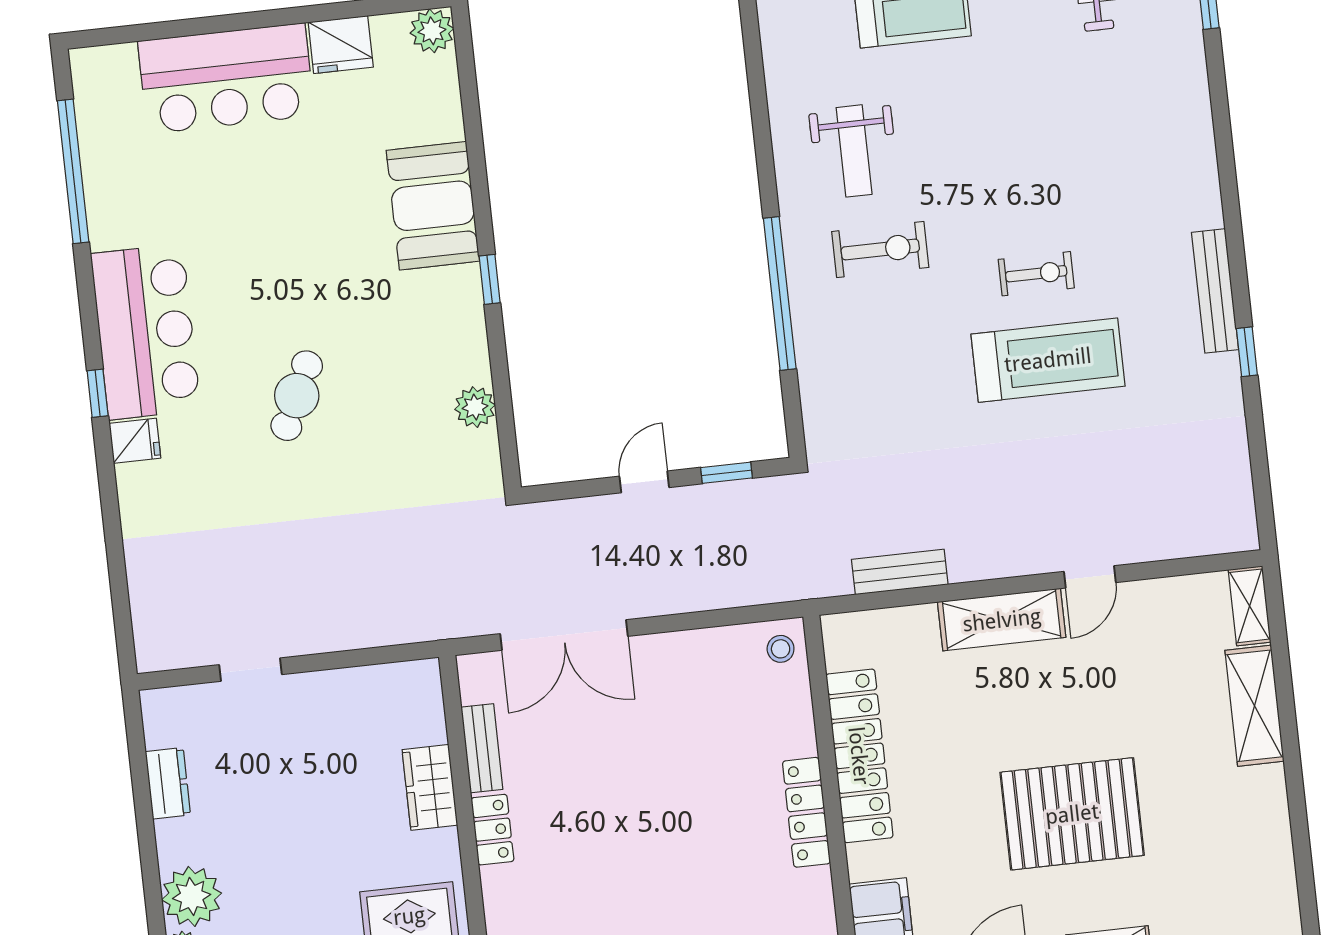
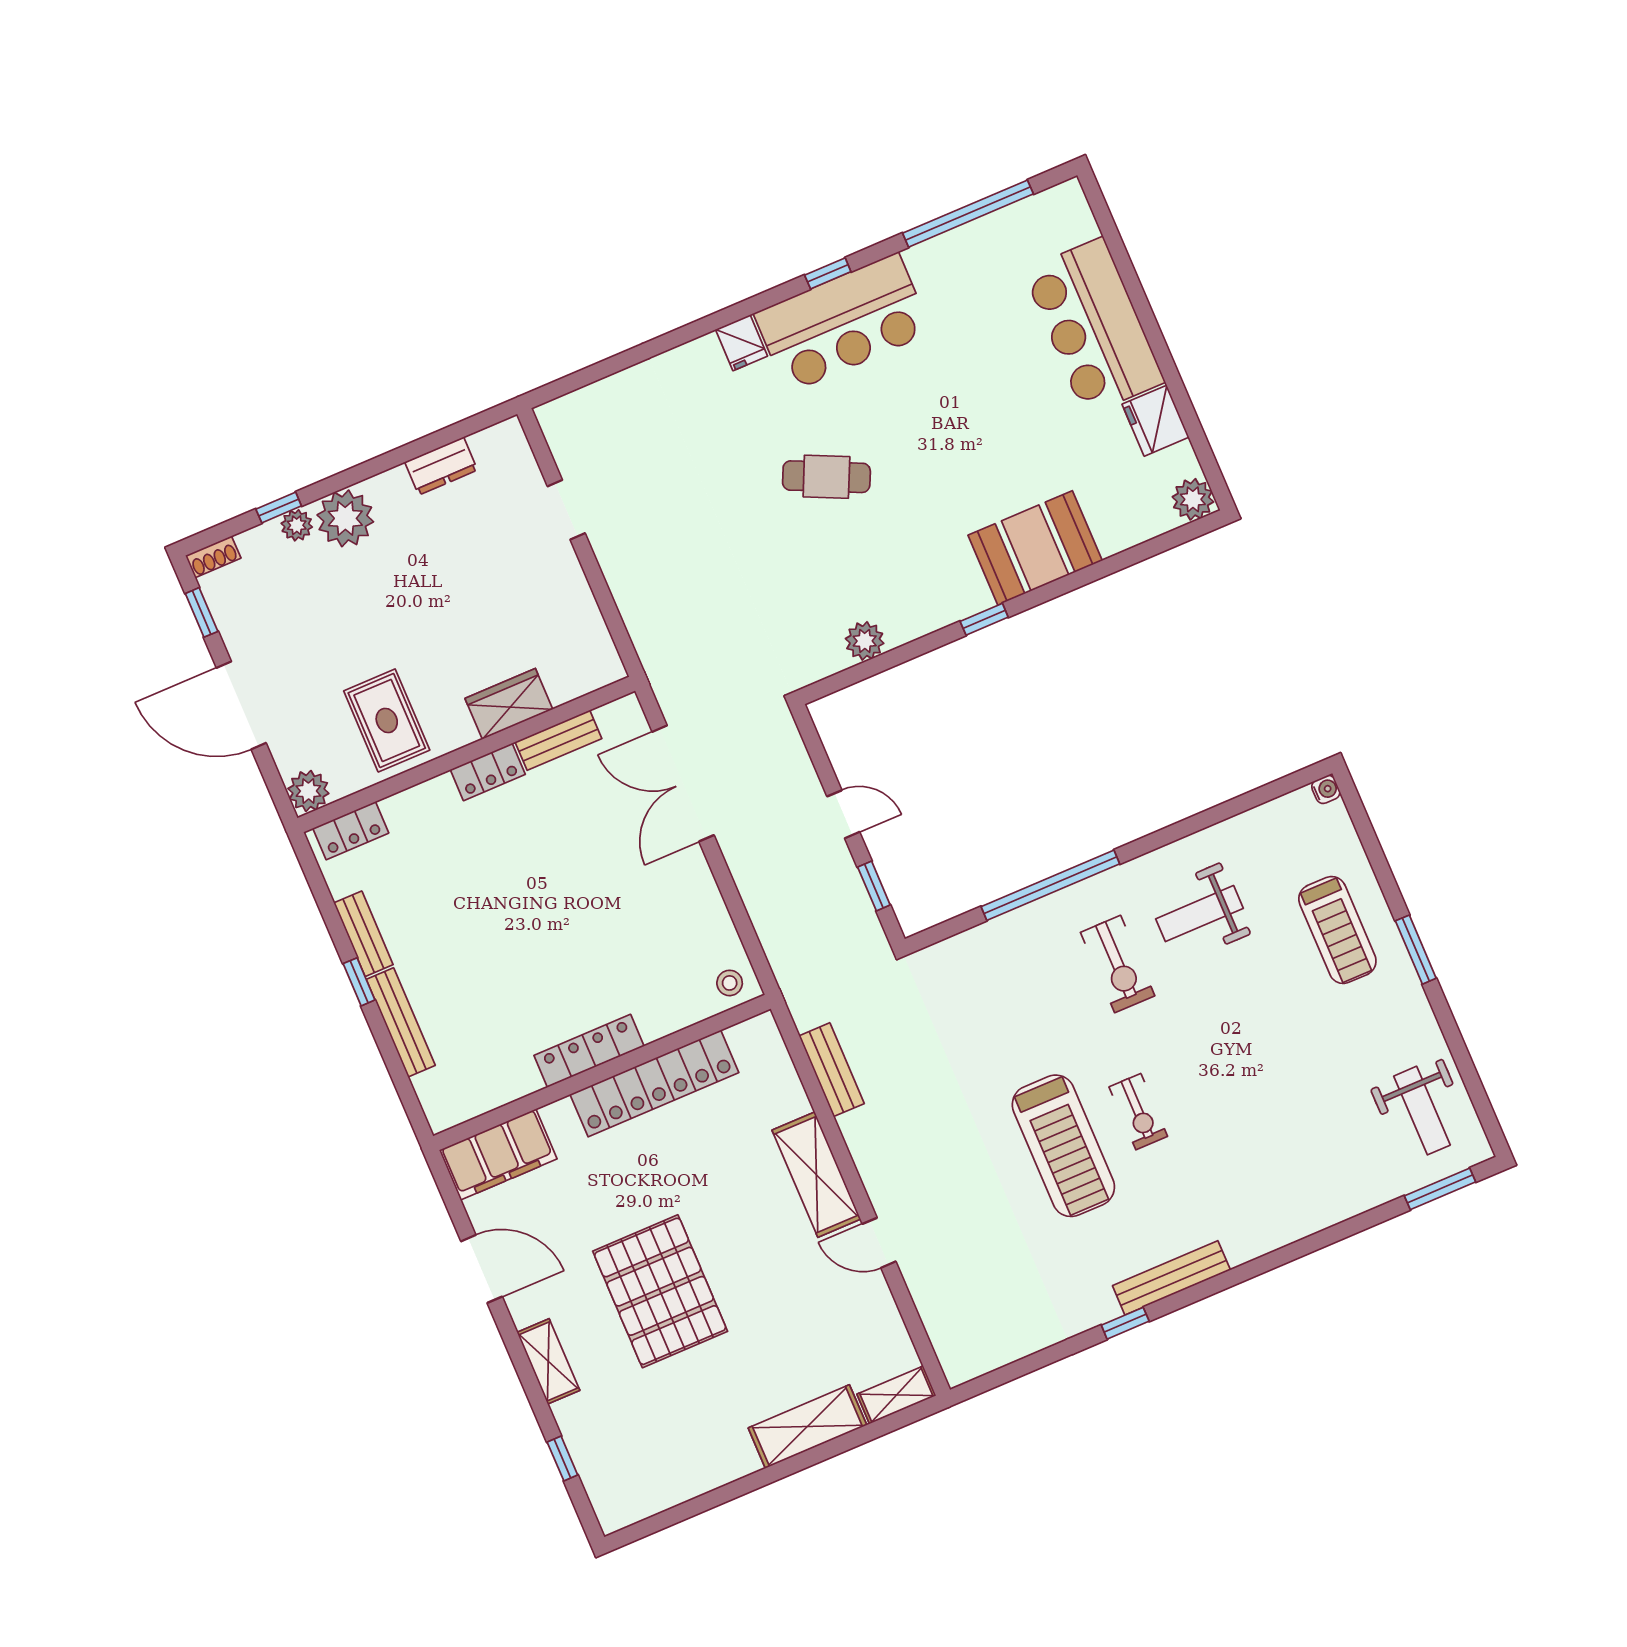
window: (98, 393) -> (828, 273), moved

